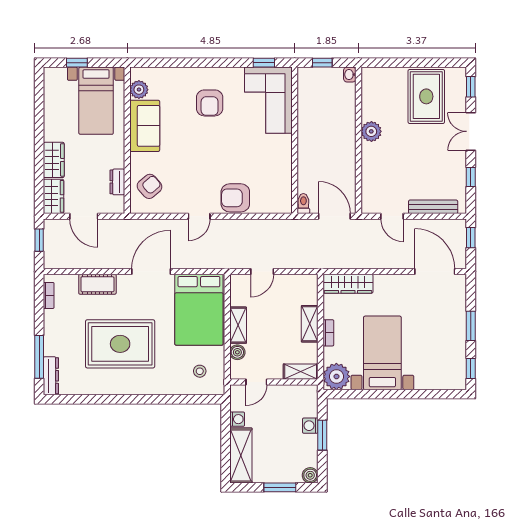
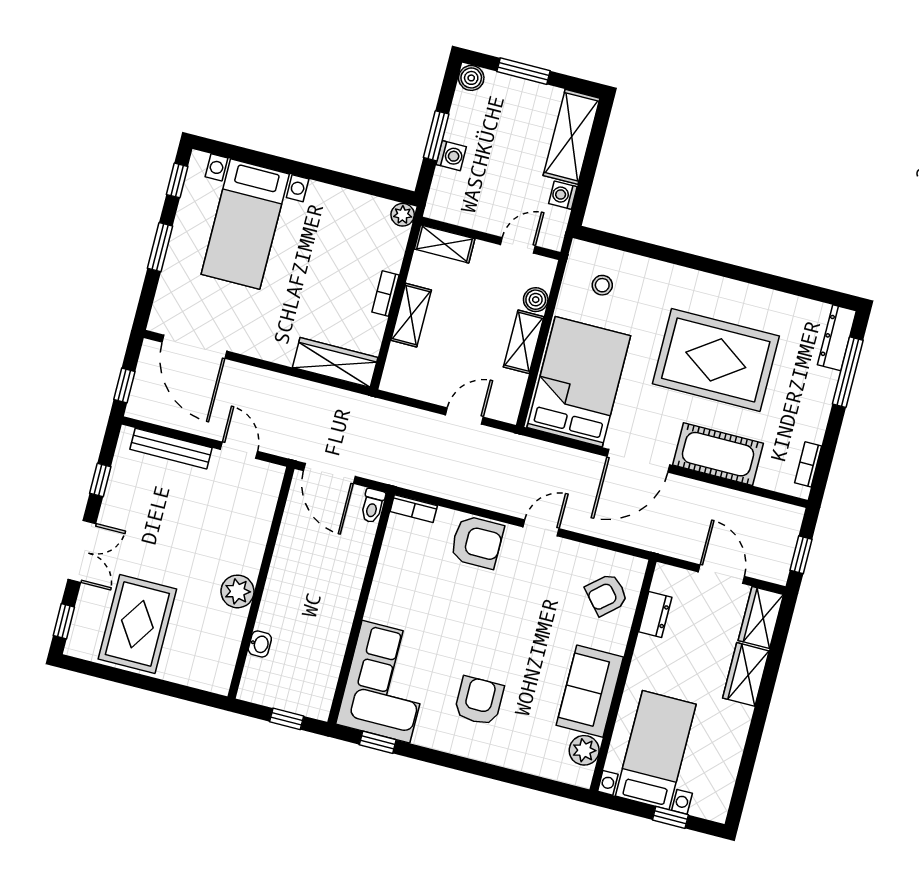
washbasin: (350, 75) -> (260, 644), moved
bookcase: (278, 208) -> (414, 509), added
cot: (97, 284) -> (718, 454), width x1.37, depth x1.34
bed with nightstands: (382, 353) -> (245, 224), moved
plant: (336, 376) -> (403, 215), width x0.53, depth x0.53

